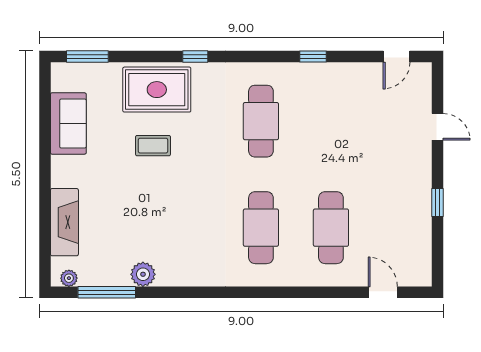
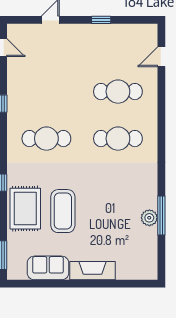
coffee table: (153, 146) -> (63, 211), width x1.86, depth x1.72
fireplace: (64, 222) -> (93, 271), moved
plant: (69, 278) -> (152, 268), removed
window: (107, 292) -> (161, 216), moved

